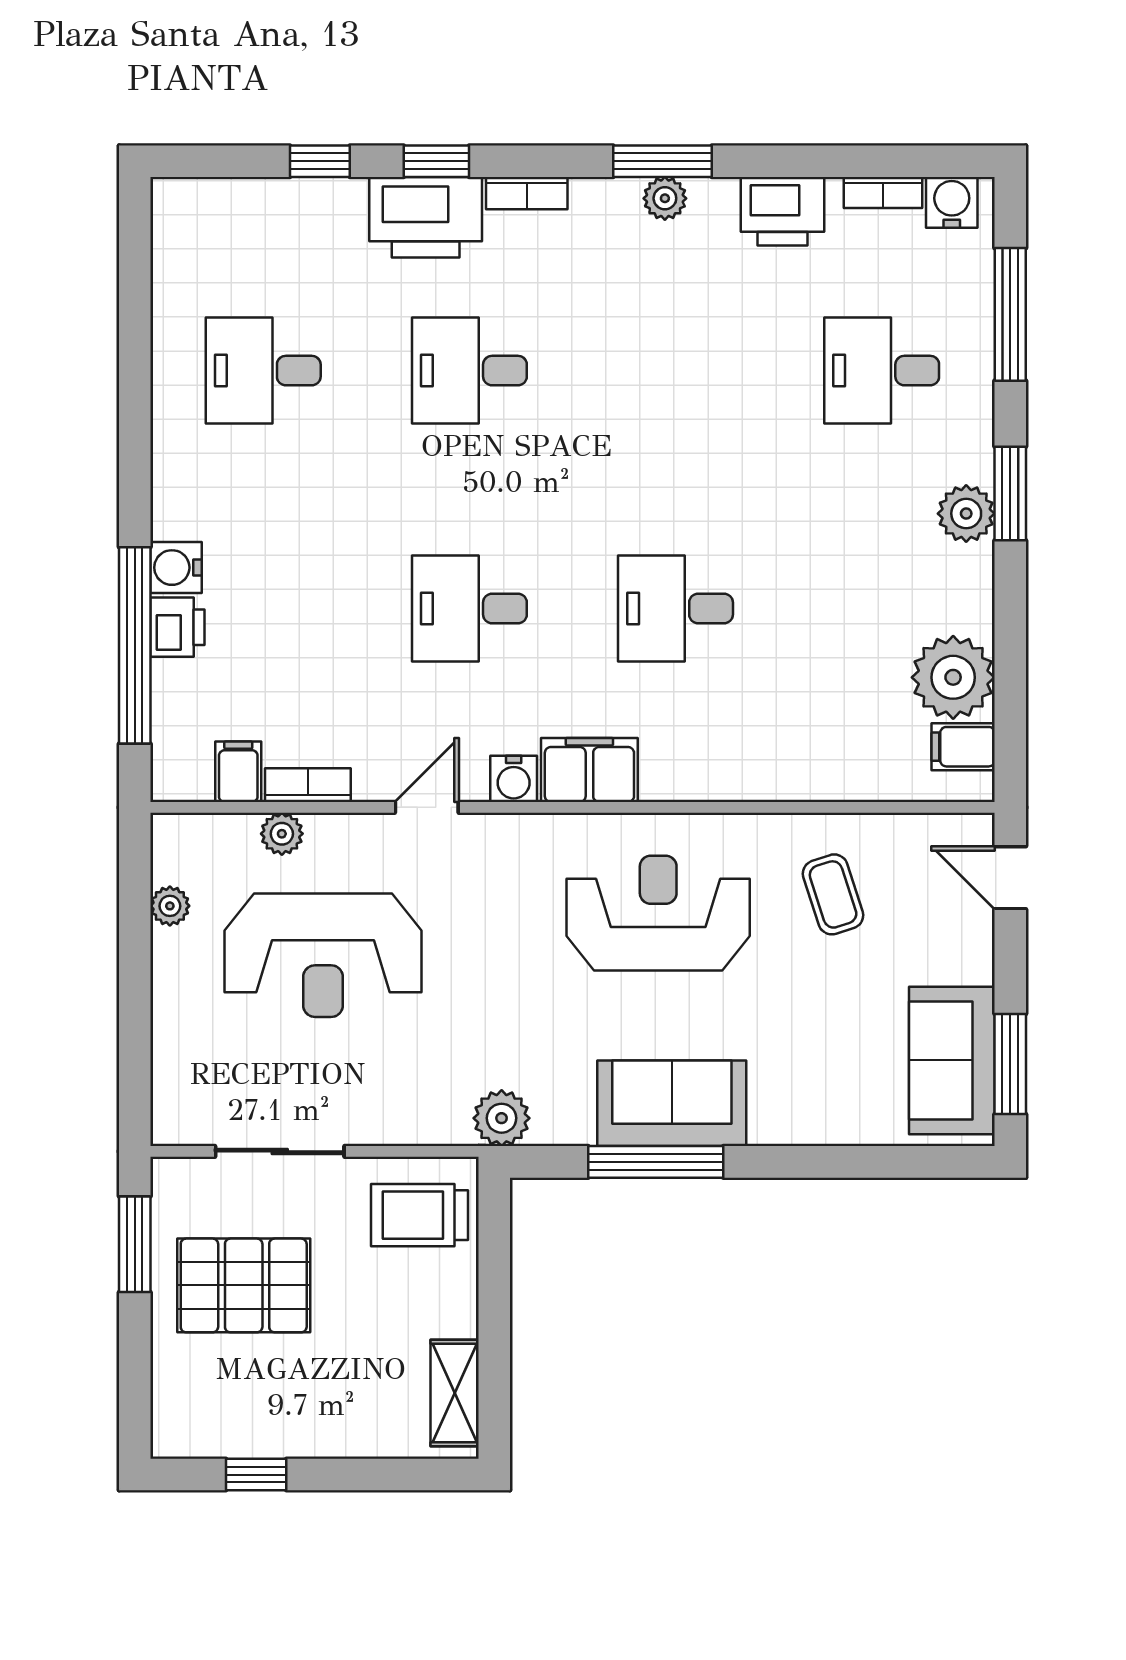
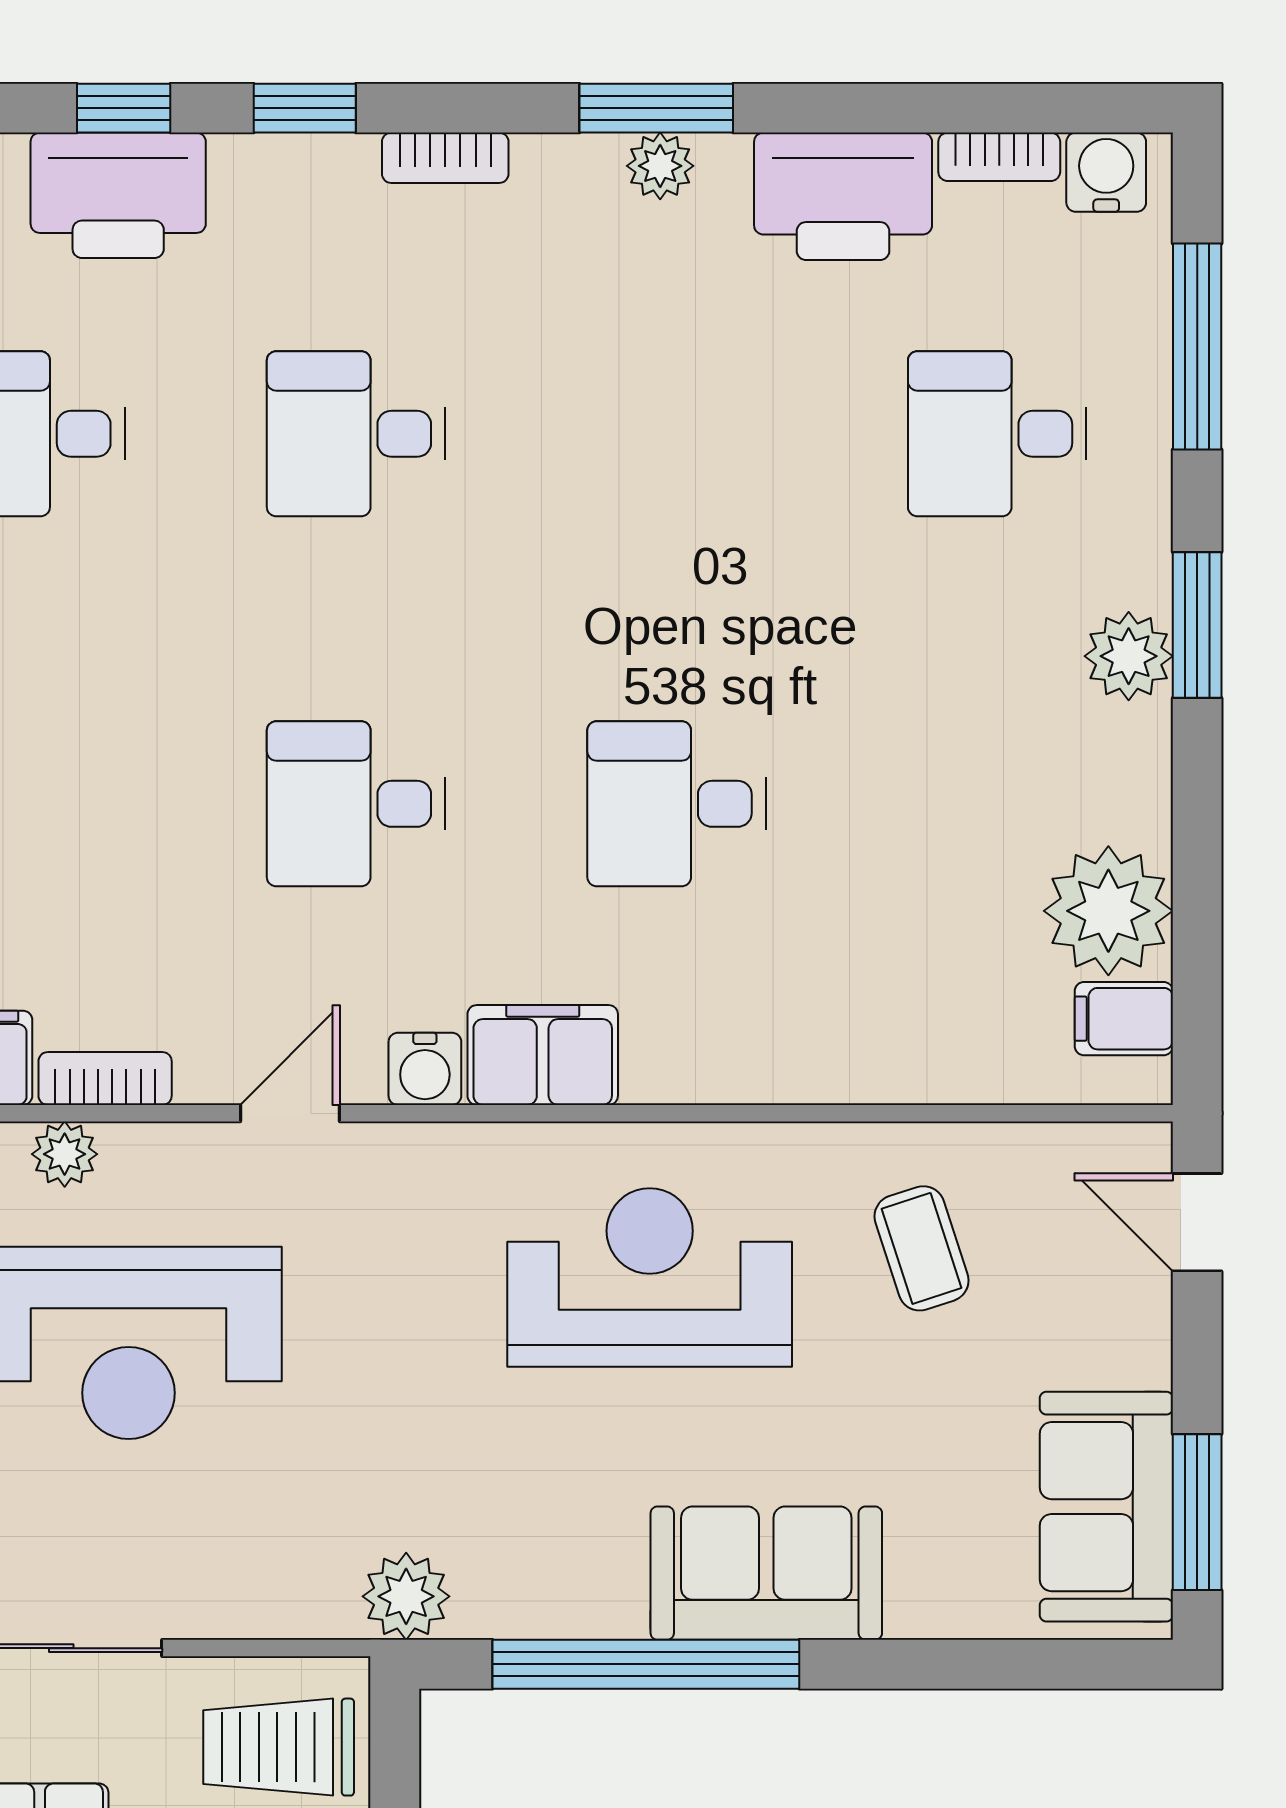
printer: (783, 211) -> (843, 196), width x1.37, depth x1.19
printer: (426, 217) -> (118, 195), moved
sofa: (672, 1103) -> (766, 1573), moved
window: (656, 1162) -> (646, 1664), width x1.46

